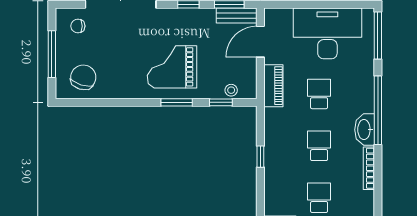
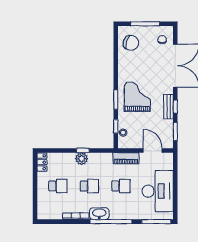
bench: (237, 16) -> (169, 107), moved
plant: (274, 159) -> (82, 159), added

